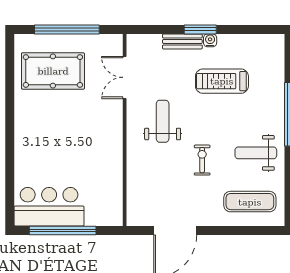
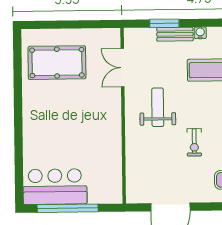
window: (67, 29) -> (69, 25), removed
window: (200, 29) -> (164, 23), moved
exercise bike: (202, 160) -> (194, 142), turned 180

